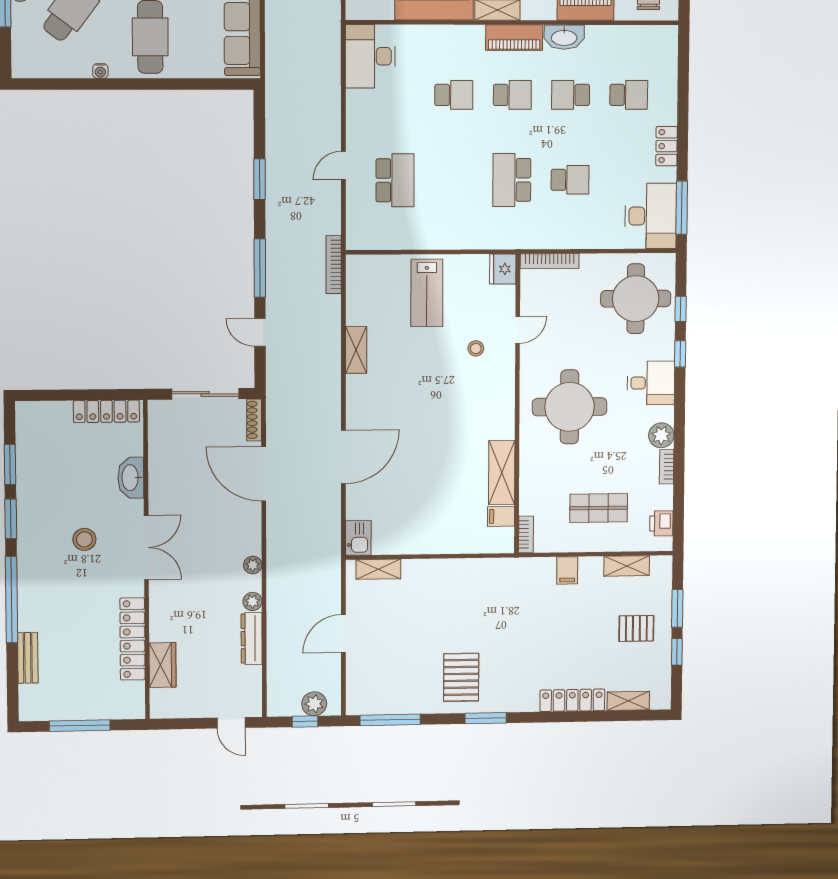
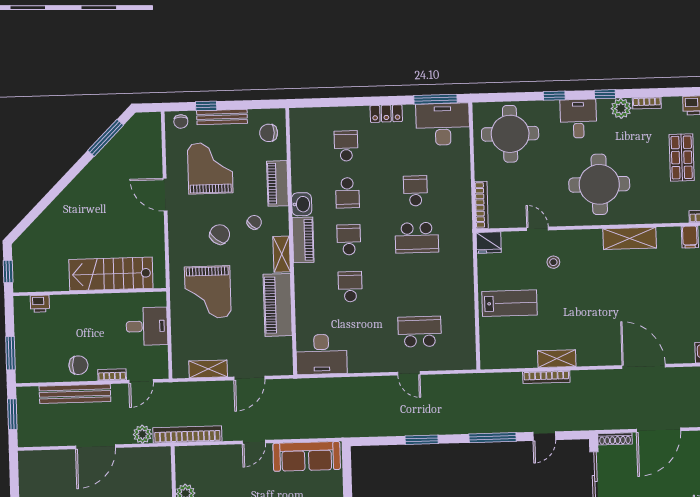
washbasin: (564, 37) -> (302, 204), width x0.72
bookcase: (334, 264) -> (546, 377), moved
window: (681, 309) -> (605, 94), moved
shelving: (502, 472) -> (630, 238), moved

